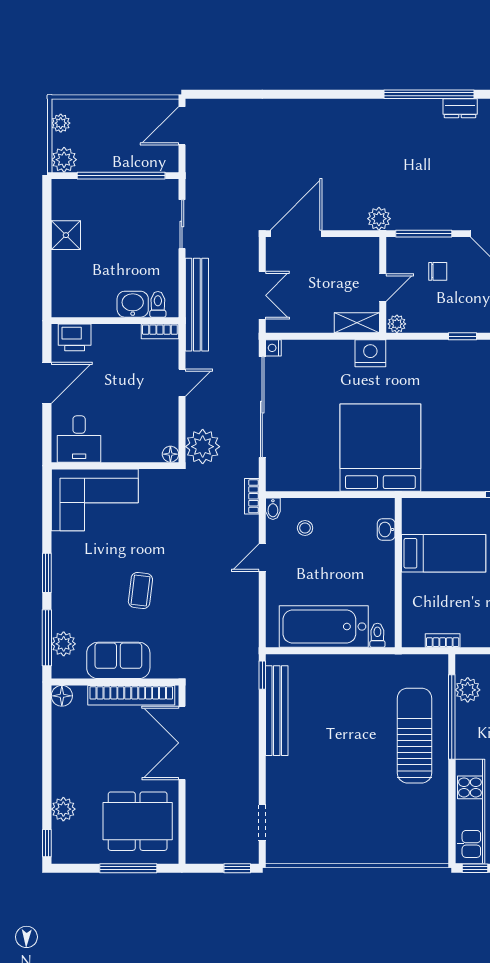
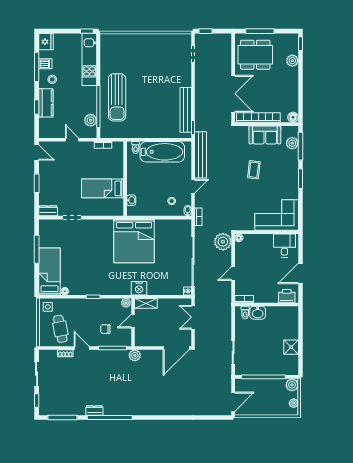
bench: (197, 305) -> (200, 155), moved

